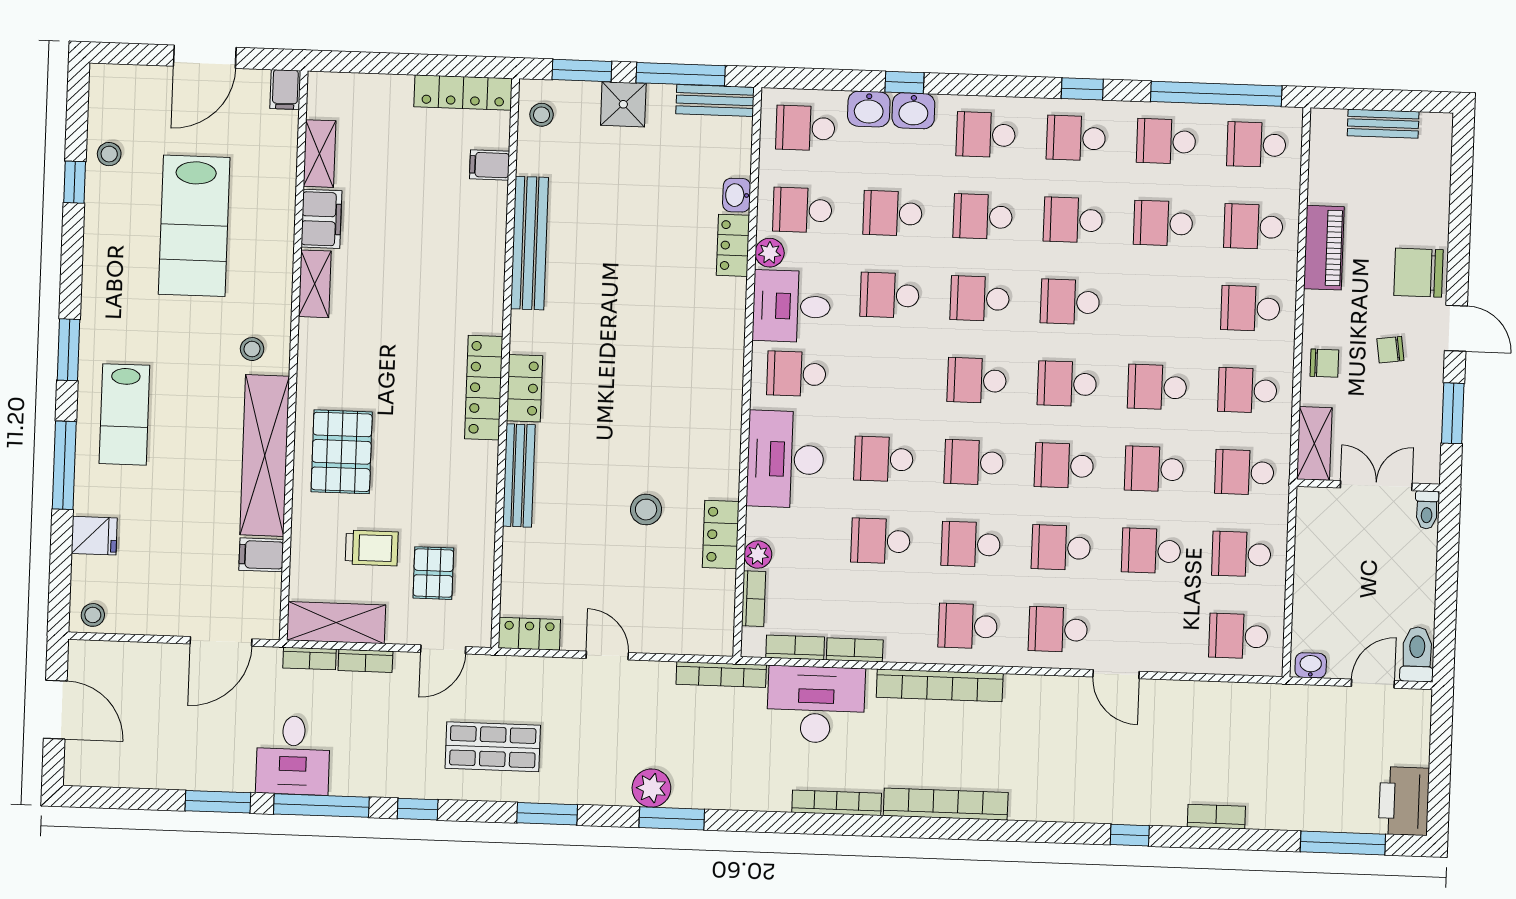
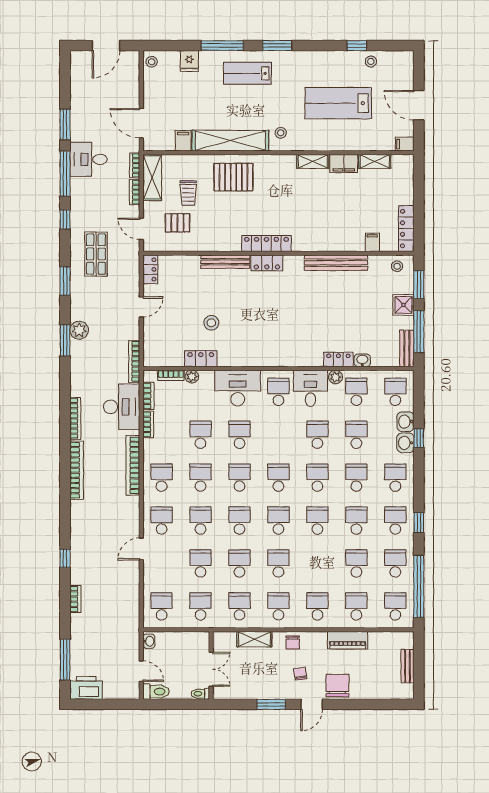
wall: (1368, 485) -> (211, 665), moved
double door: (1376, 486) -> (211, 669), moved
toilet: (1427, 510) -> (200, 694), moved

